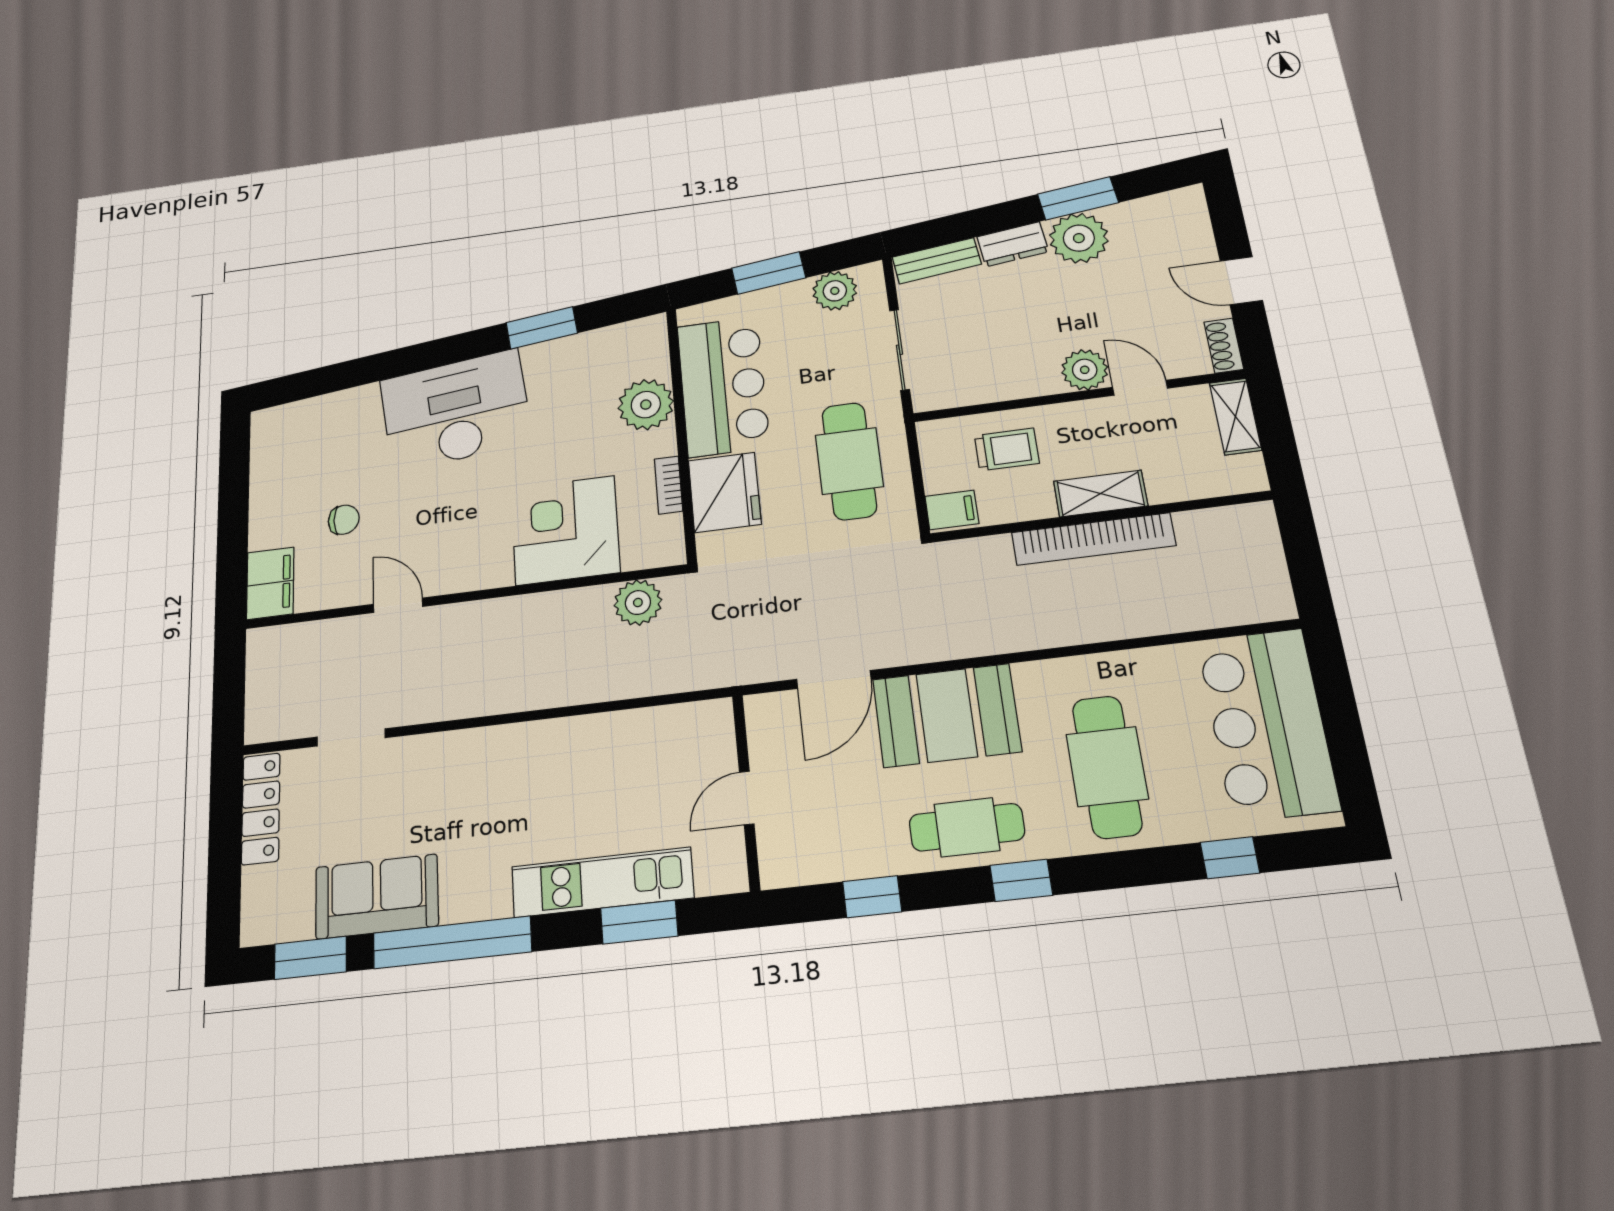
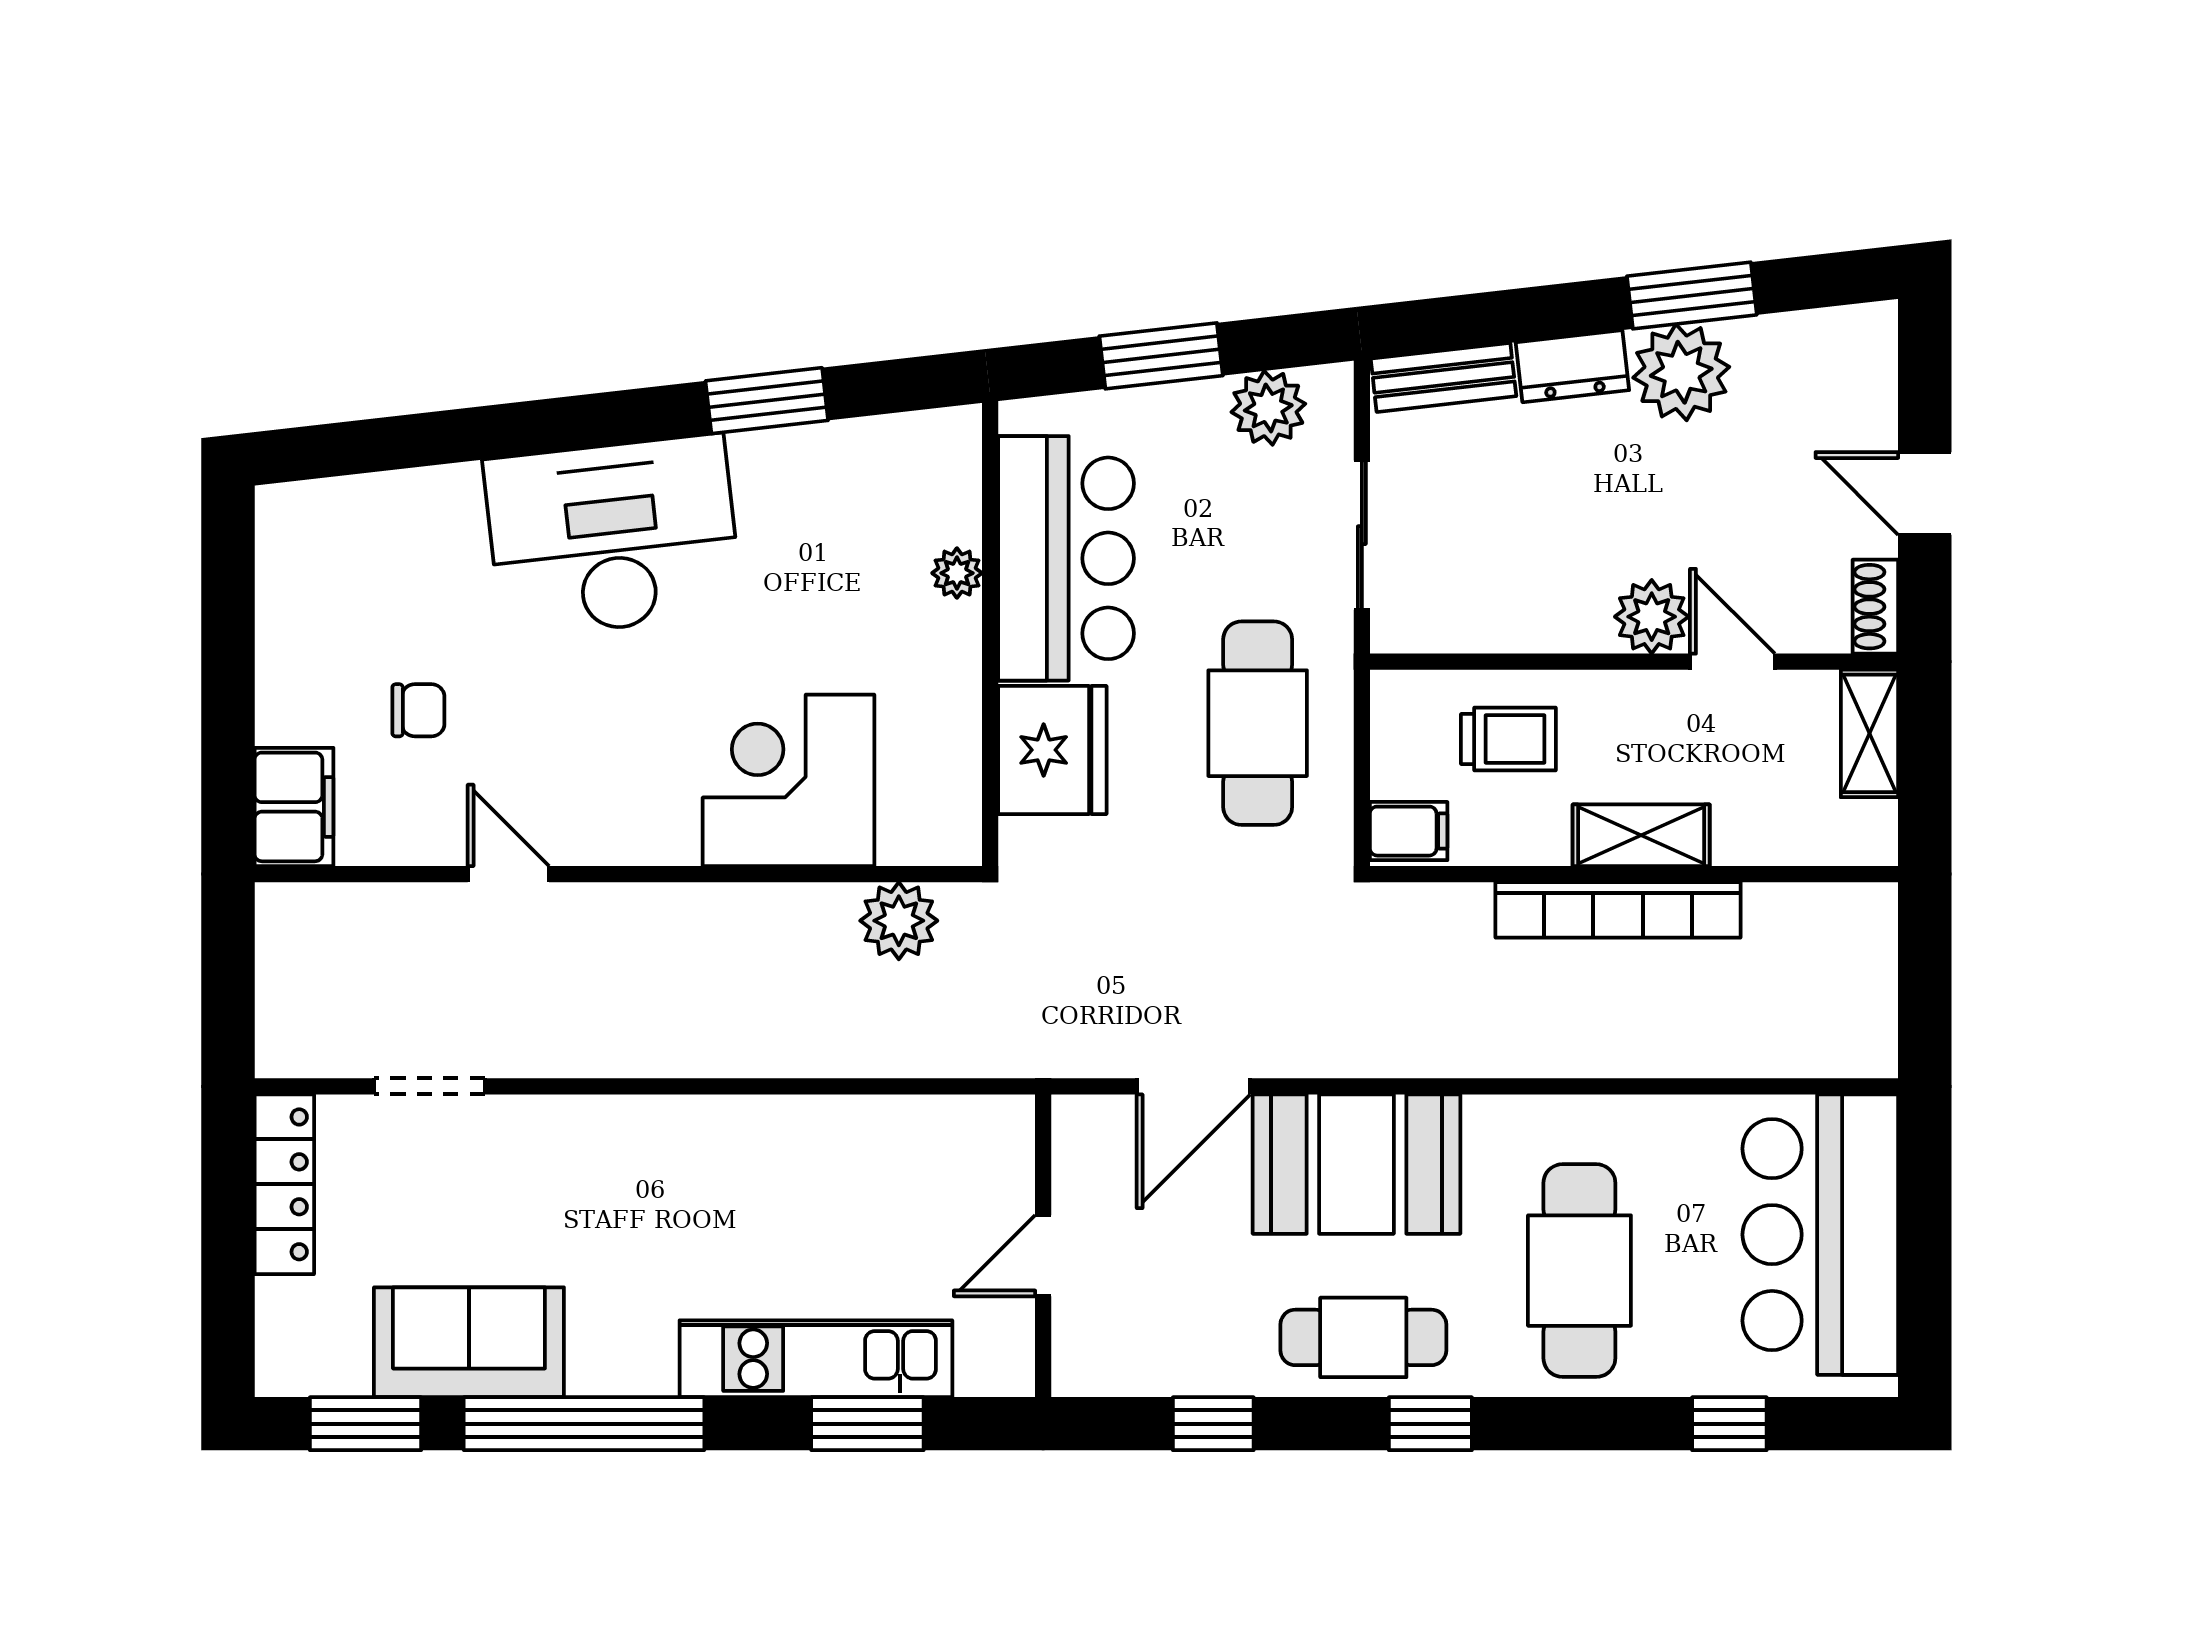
plant: (646, 405) -> (957, 573), width x0.53, depth x0.53
bookcase: (669, 485) -> (962, 724), removed

